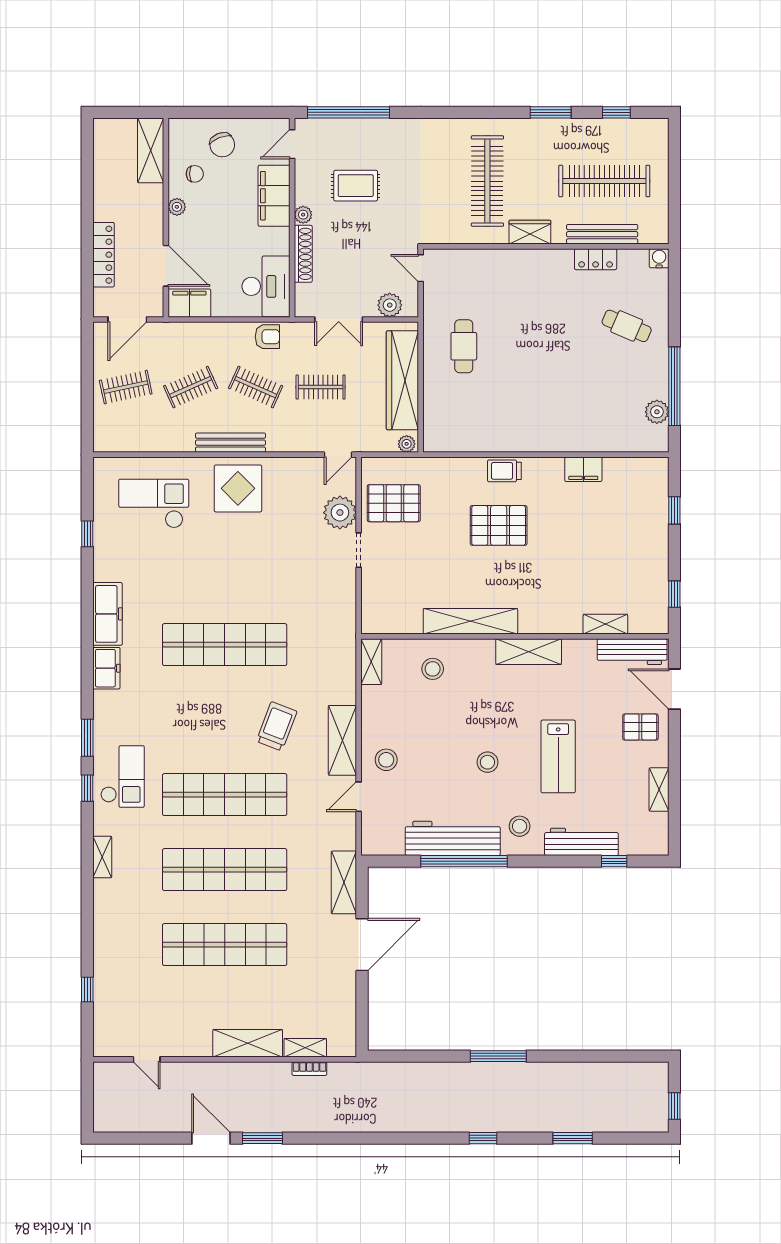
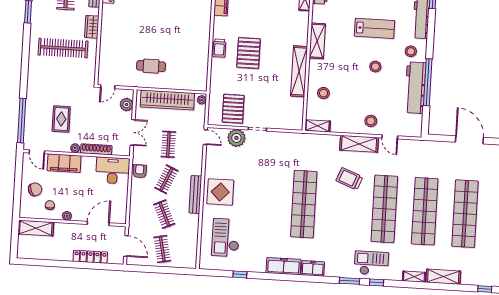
filing cabinet: (189, 303) -> (119, 212), removed
shelving: (344, 882) -> (443, 277), moved

